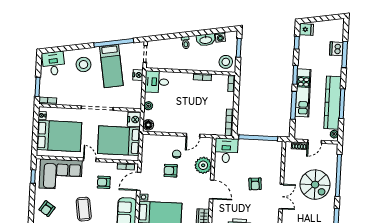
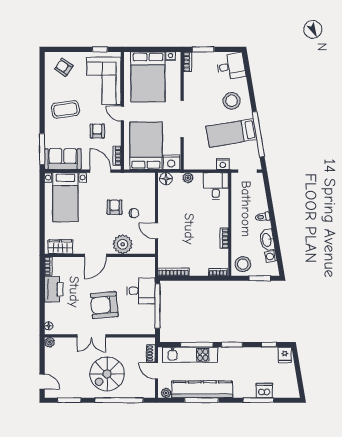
kitchen unit: (303, 93) -> (190, 355), moved
desk: (226, 150) -> (141, 291), moved
door: (90, 160) -> (122, 114), swing flipped
armchair: (255, 184) -> (104, 305), width x1.88, depth x1.88

